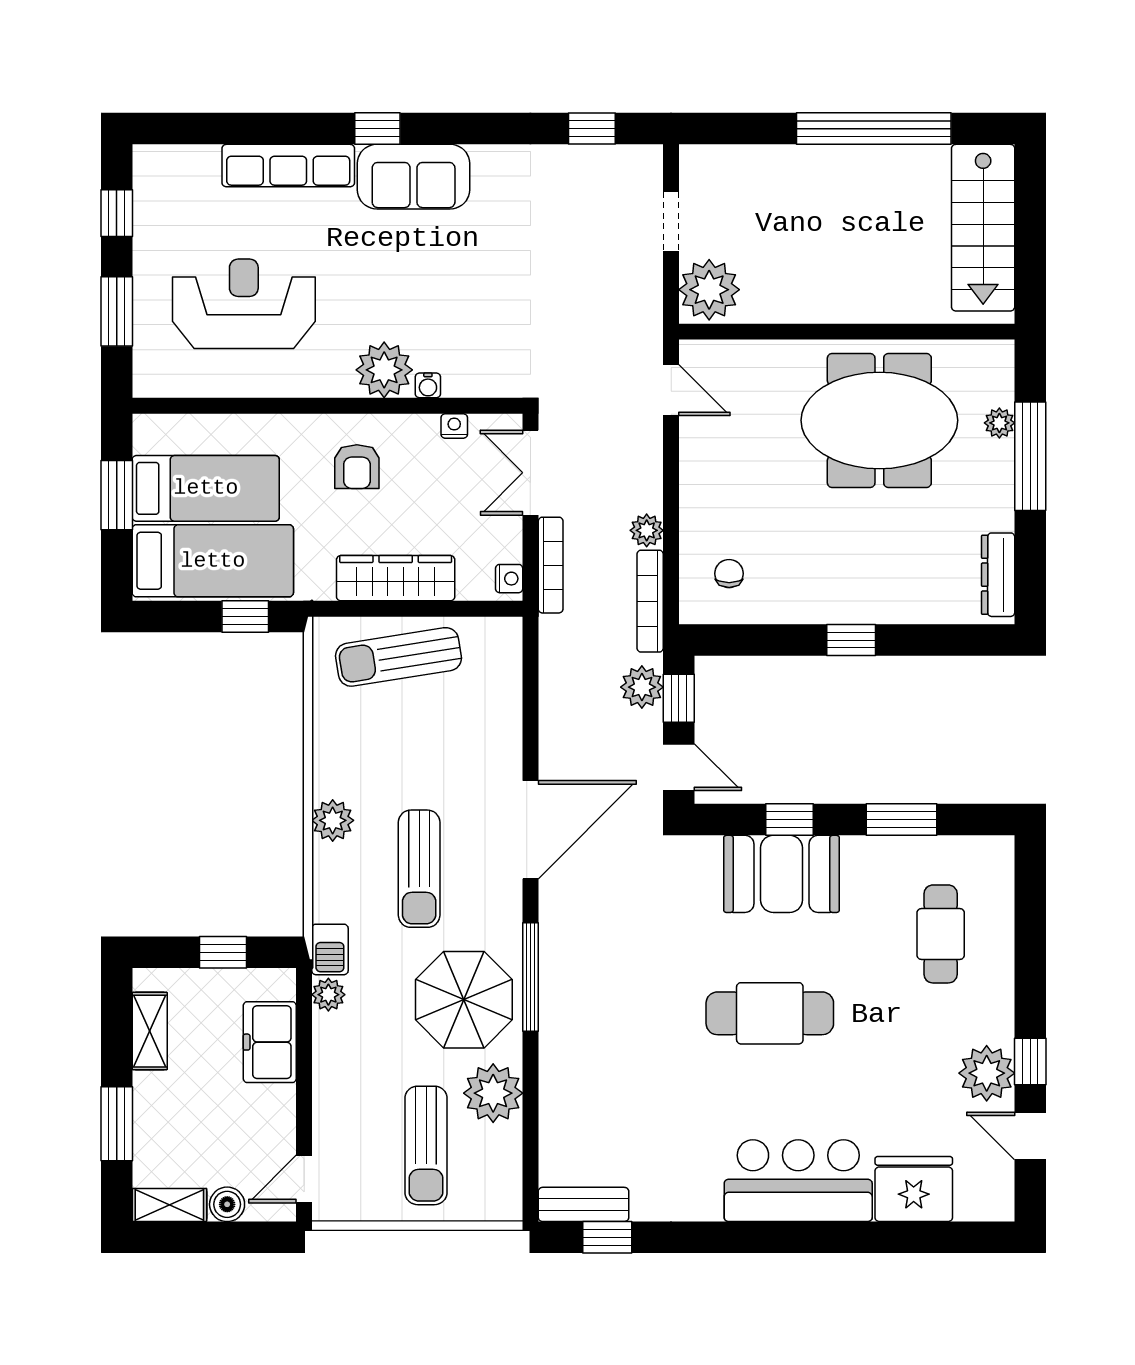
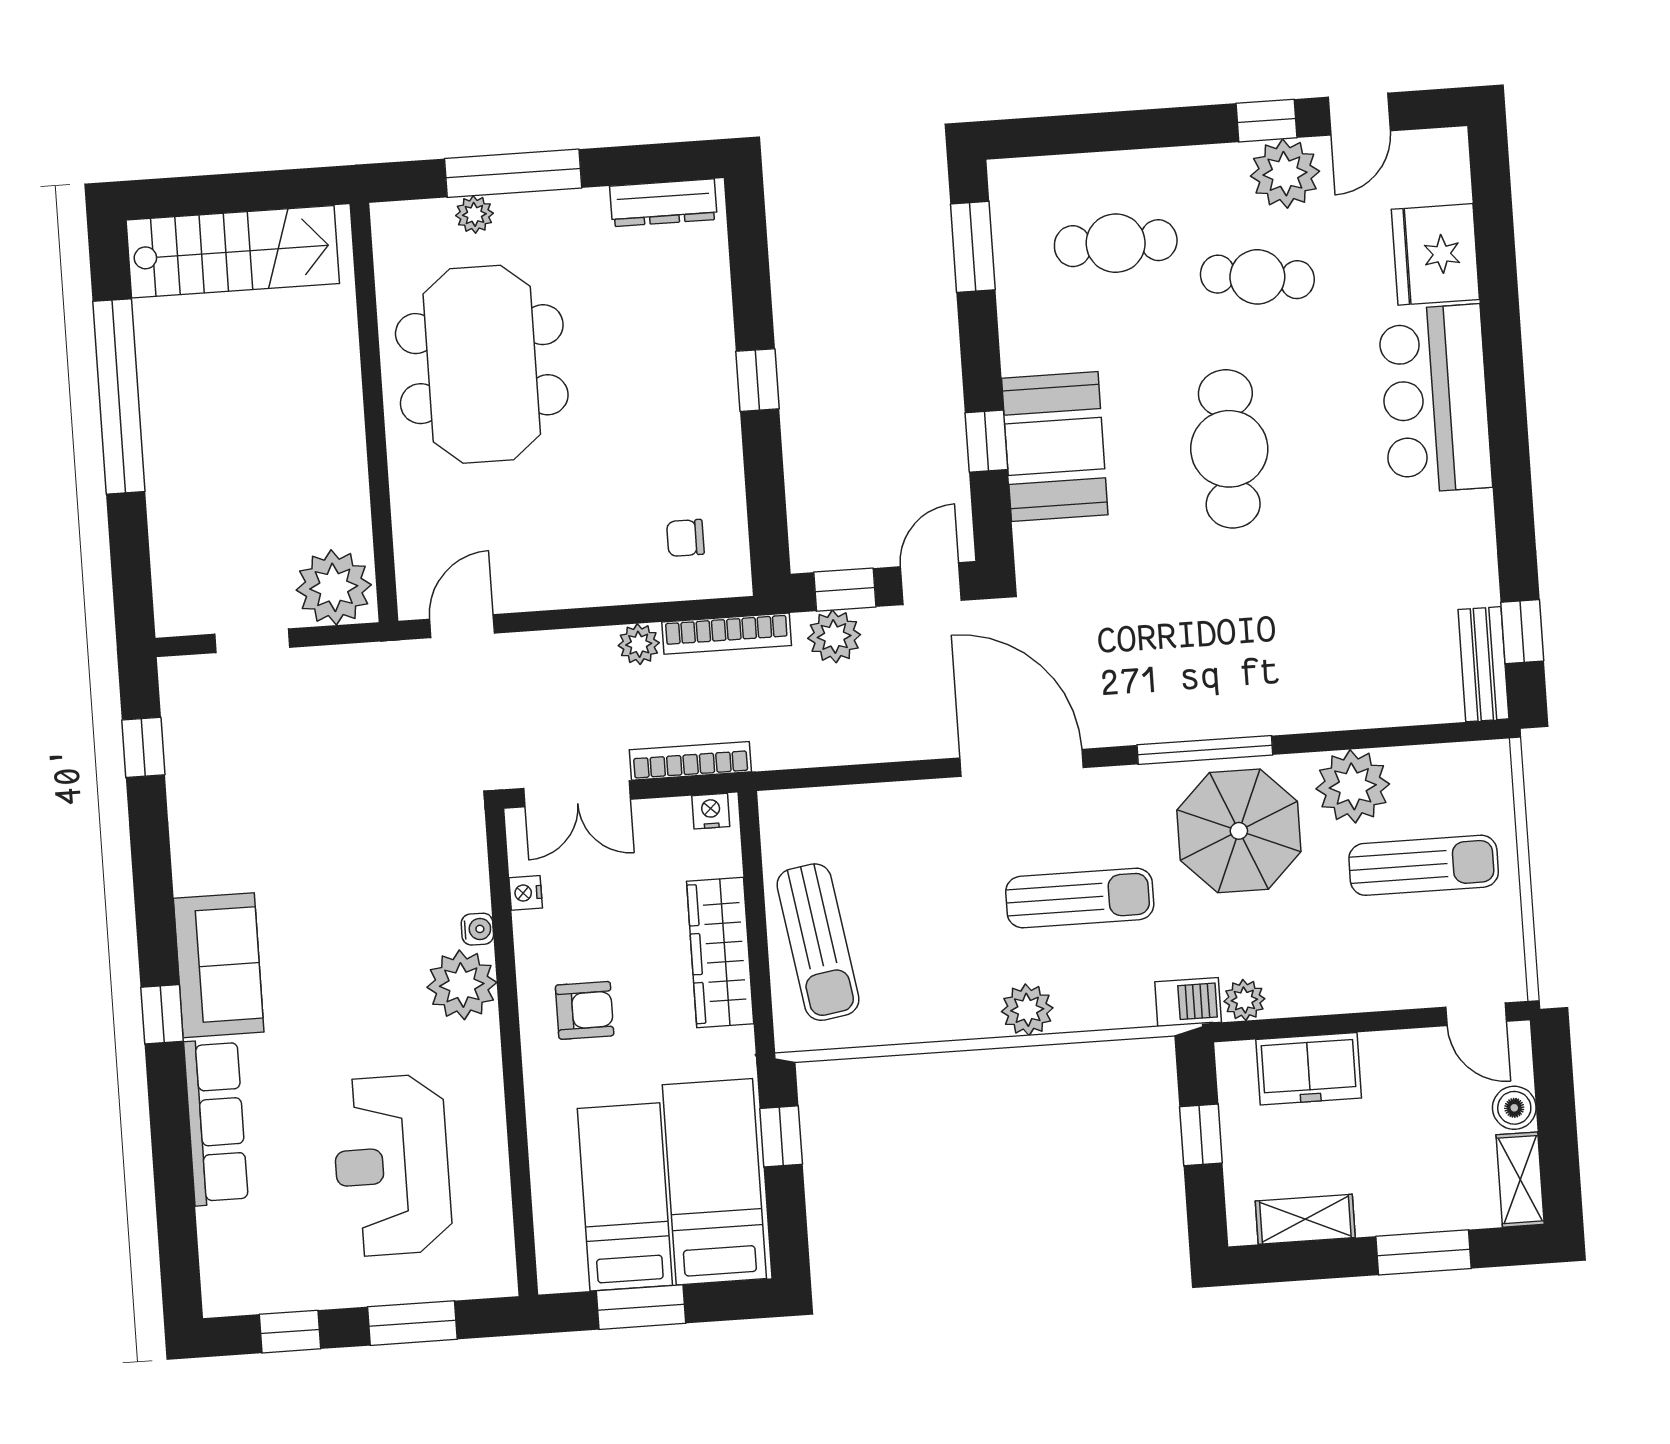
window: (901, 820) -> (973, 247), moved
cafe table: (906, 1045) -> (1257, 277), added

